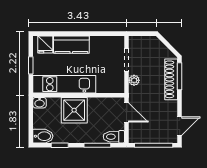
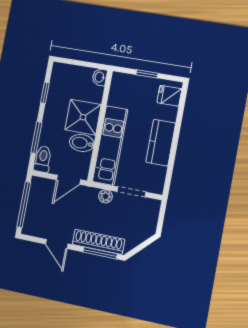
kitchen counter: (71, 45) -> (161, 143), moved
kitchen unit: (64, 84) -> (110, 146), moved
door: (180, 126) -> (57, 244), moved
bidet: (43, 136) -> (82, 143), moved, turned 90

